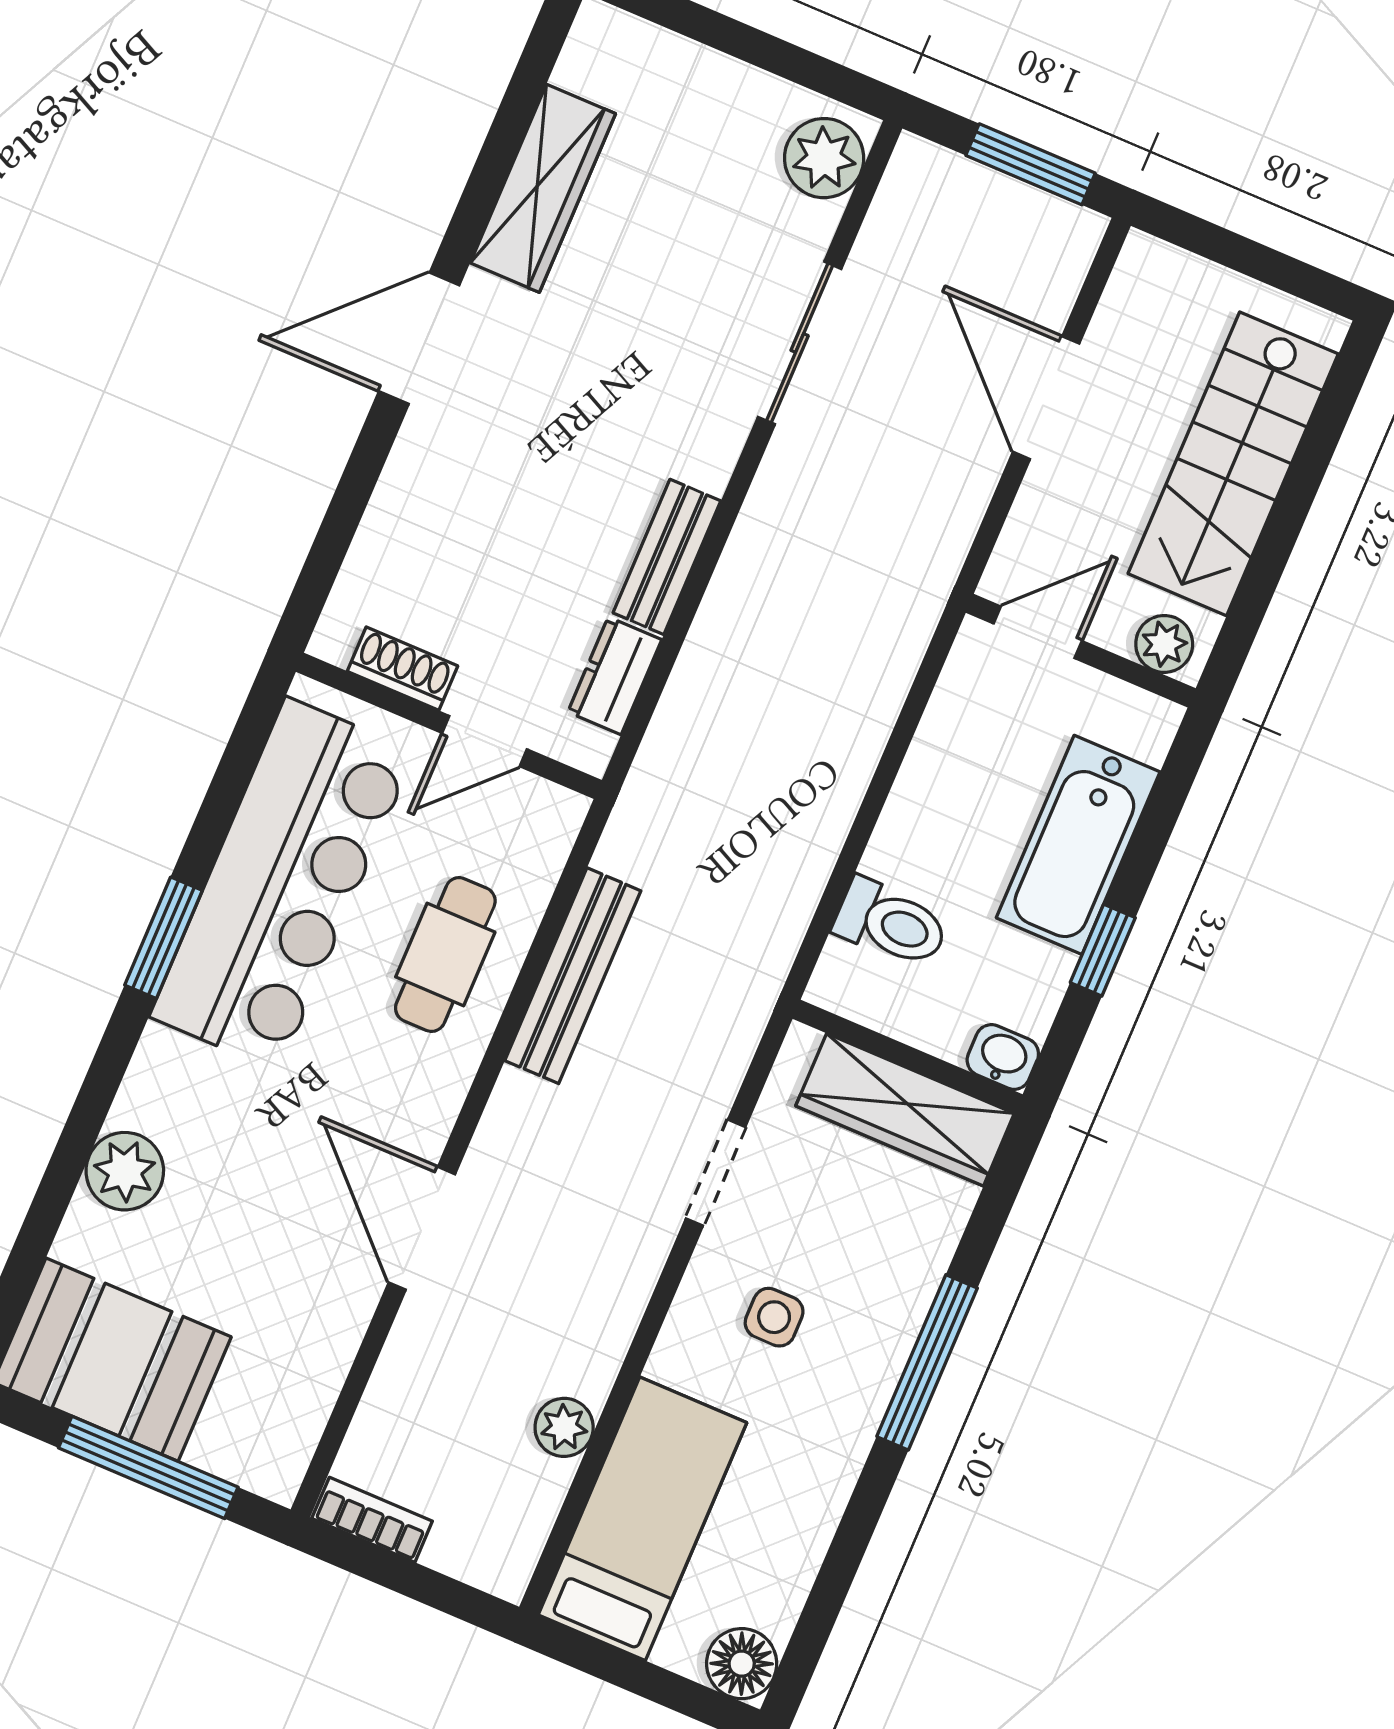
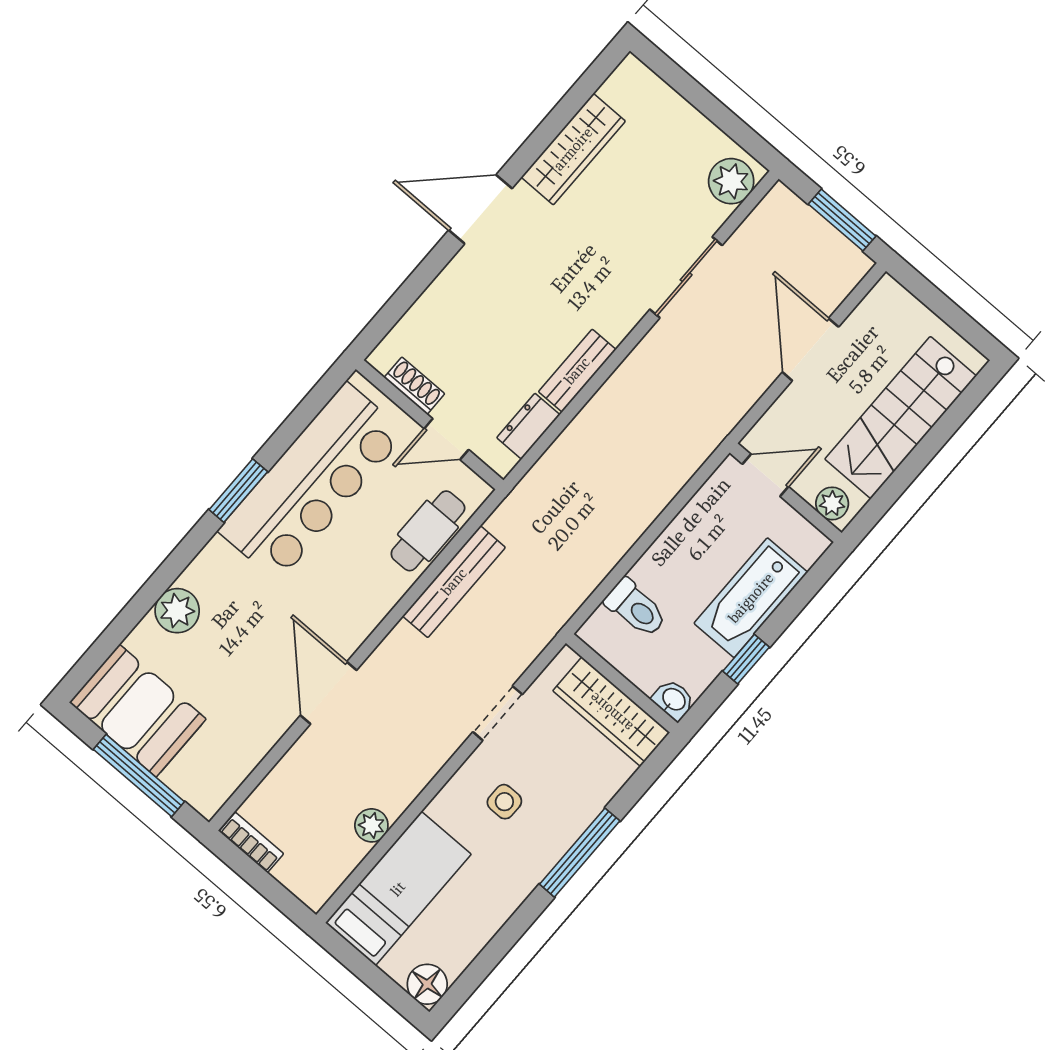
cafe table: (445, 955) -> (428, 531), moved

